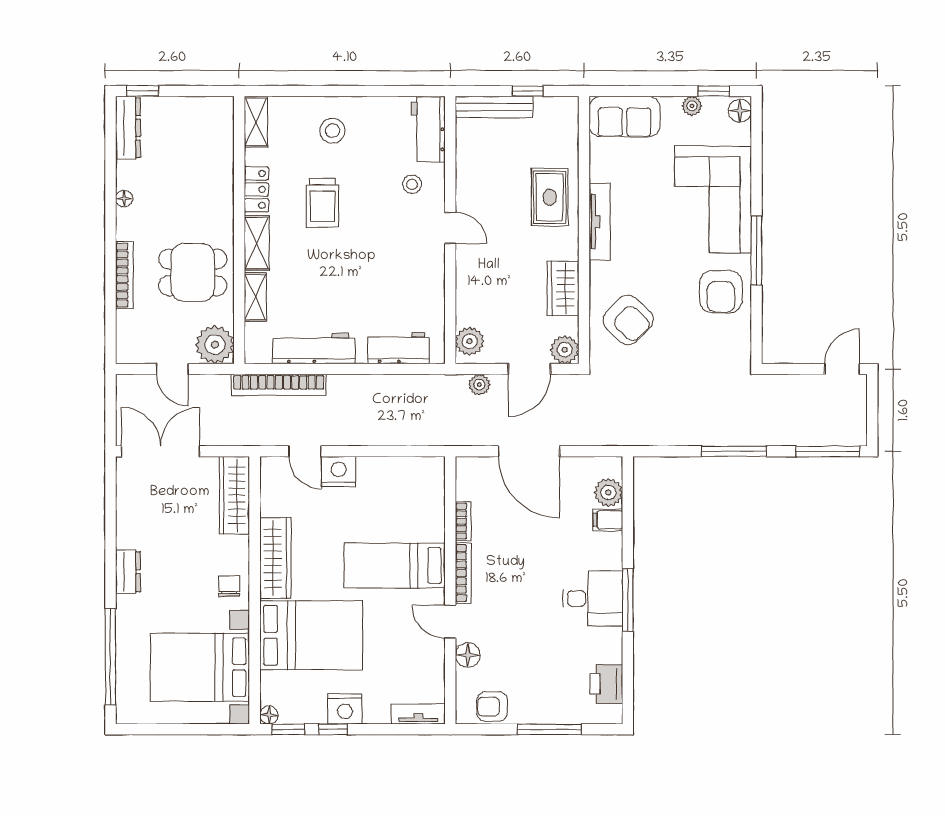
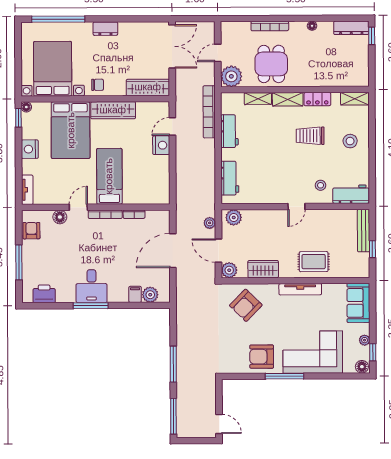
workbench: (314, 348) -> (229, 131), width x0.73
window: (333, 729) -> (18, 142), removed

